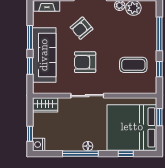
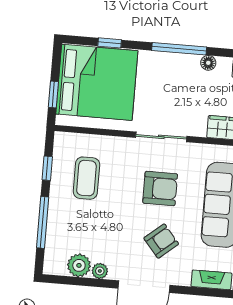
coffee table: (133, 65) -> (86, 178), turned 90
floor lamp: (88, 146) -> (208, 63), moved

